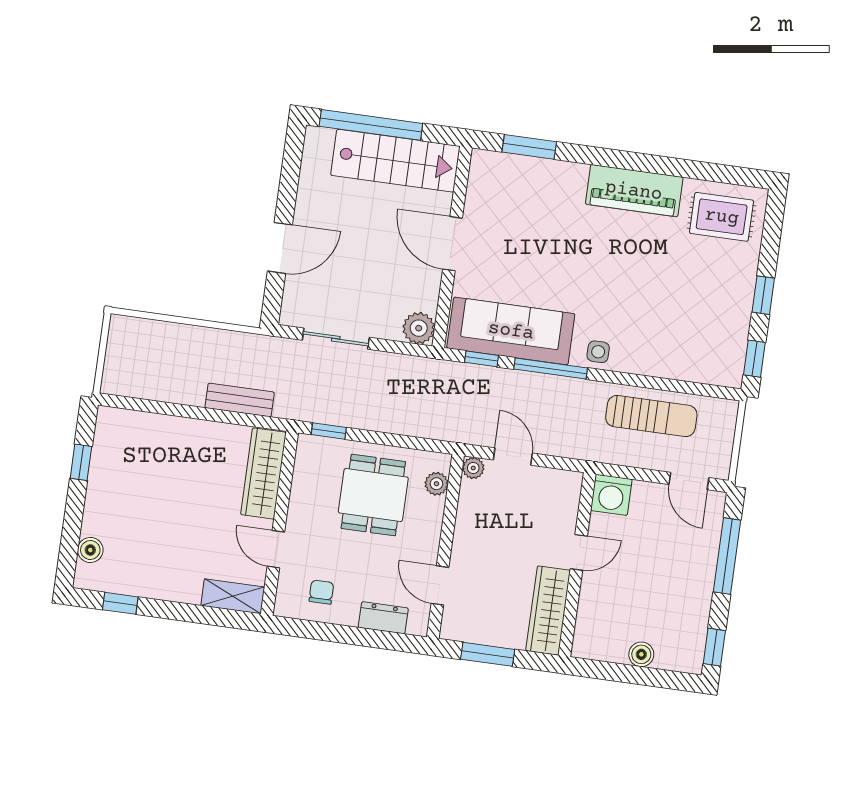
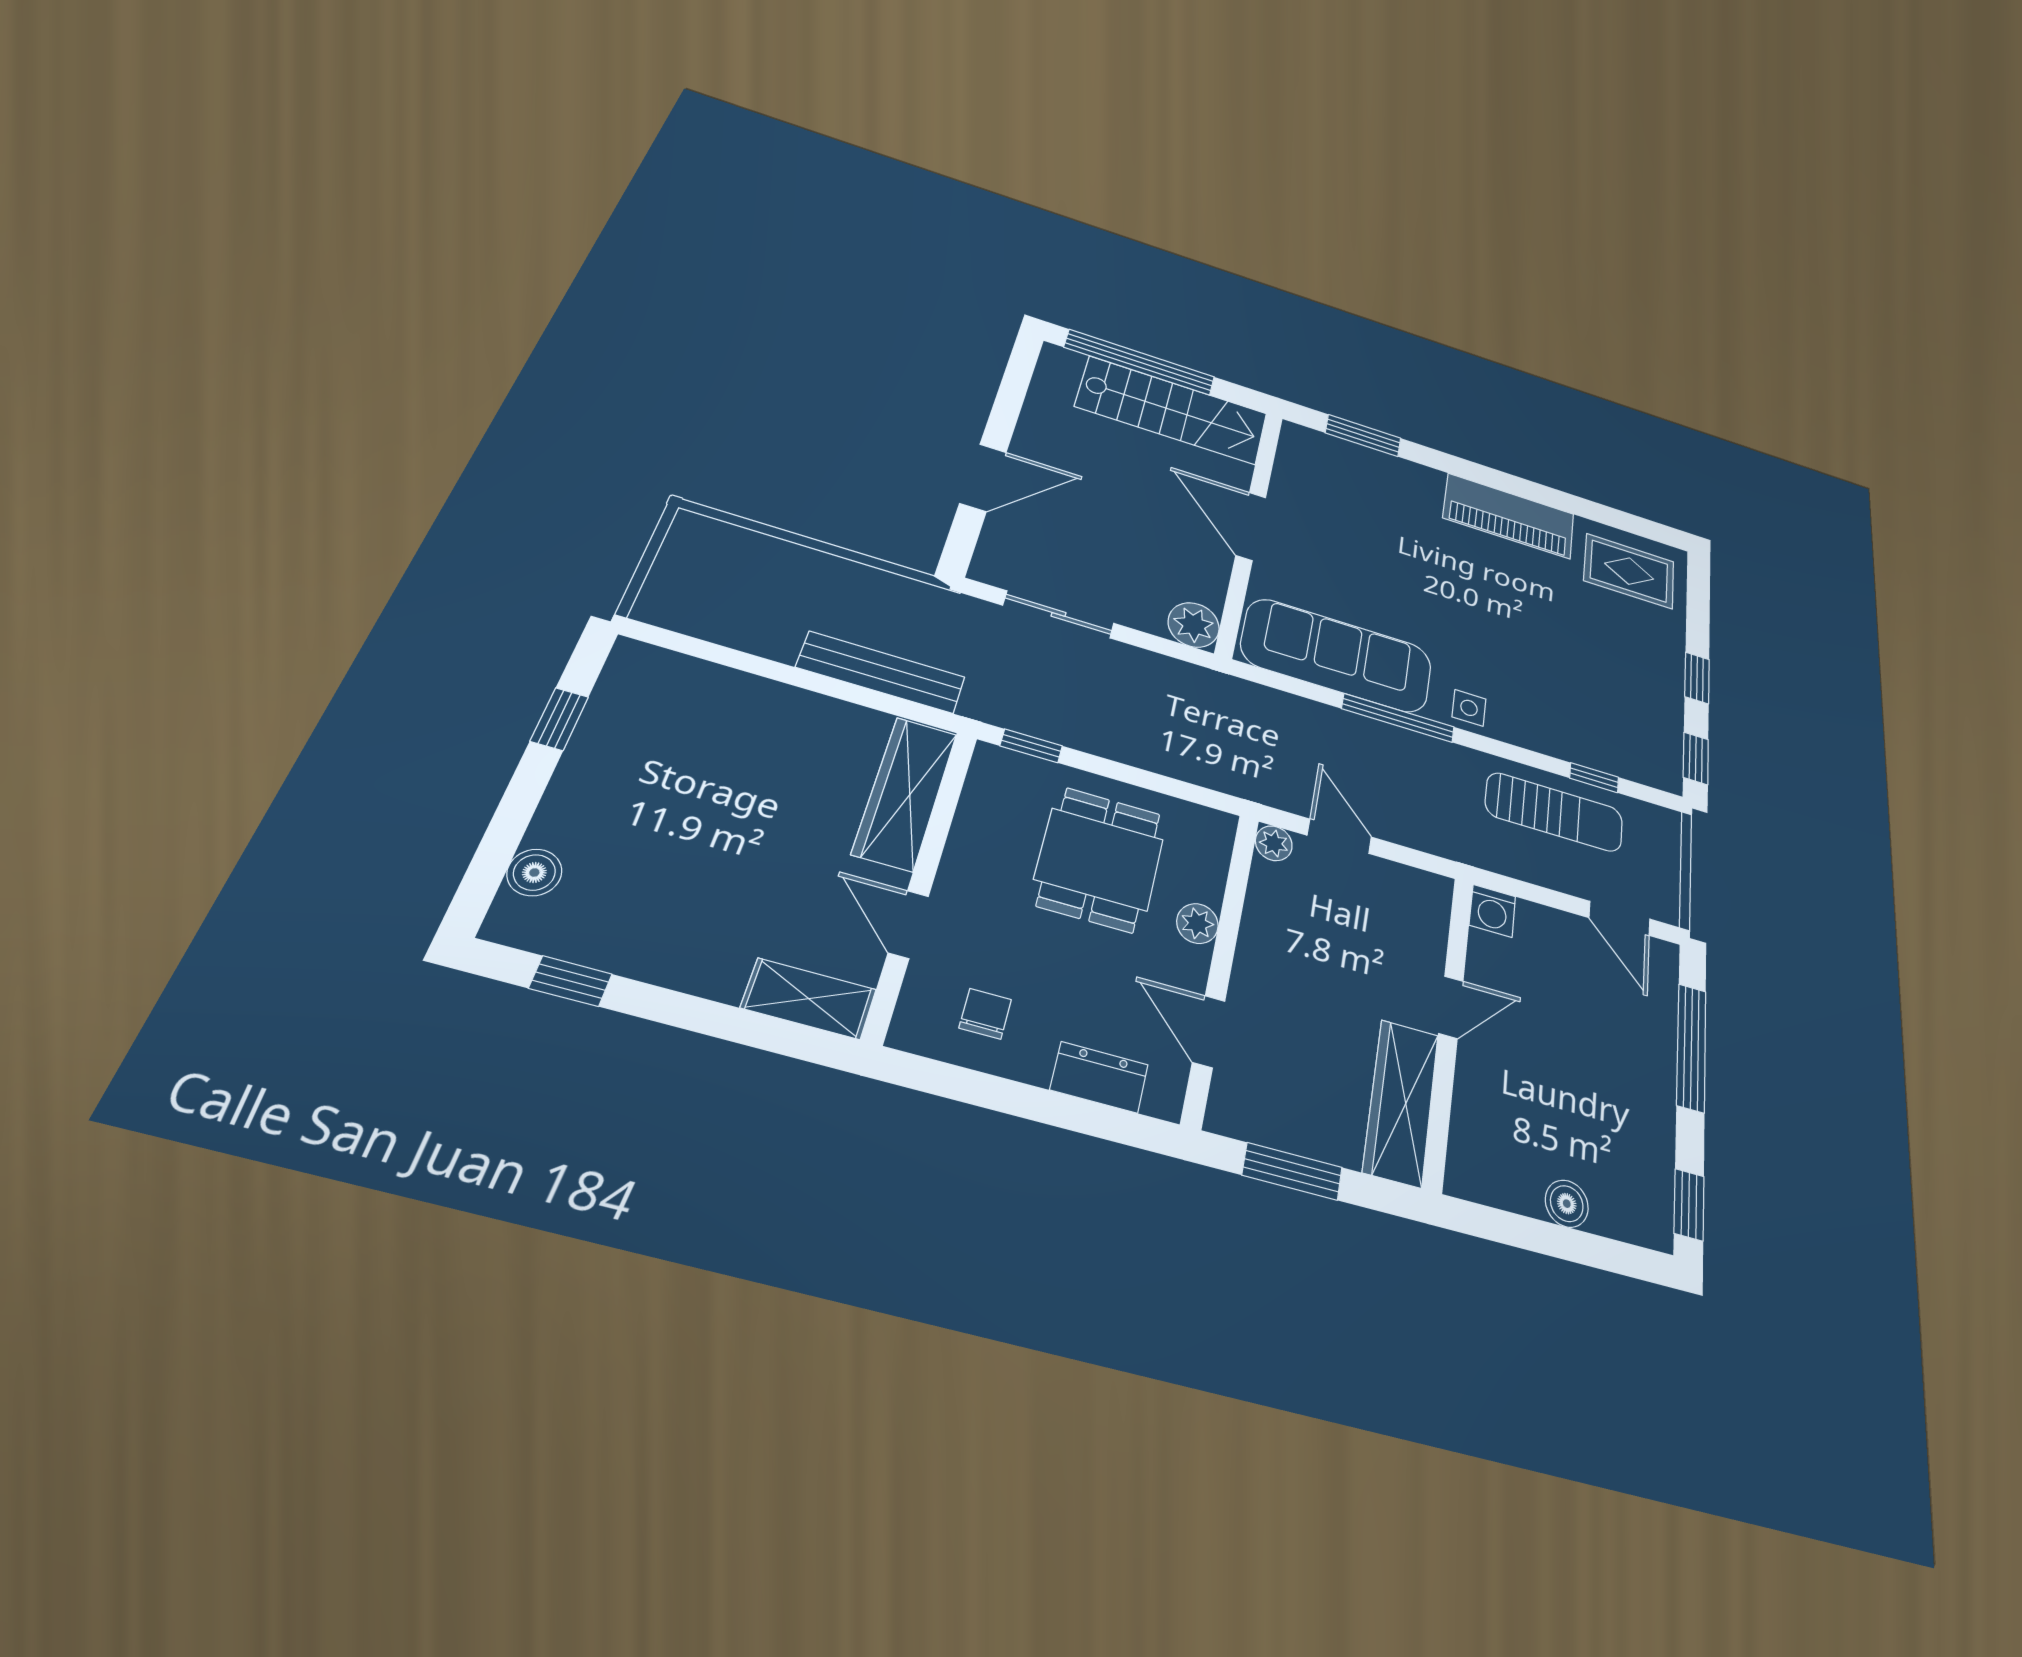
window: (482, 359) -> (1594, 778), moved
bench: (240, 400) -> (881, 672), width x1.36
plant: (436, 484) -> (1197, 924), moved
washing machine: (611, 495) -> (1492, 911), width x0.73, depth x0.73

